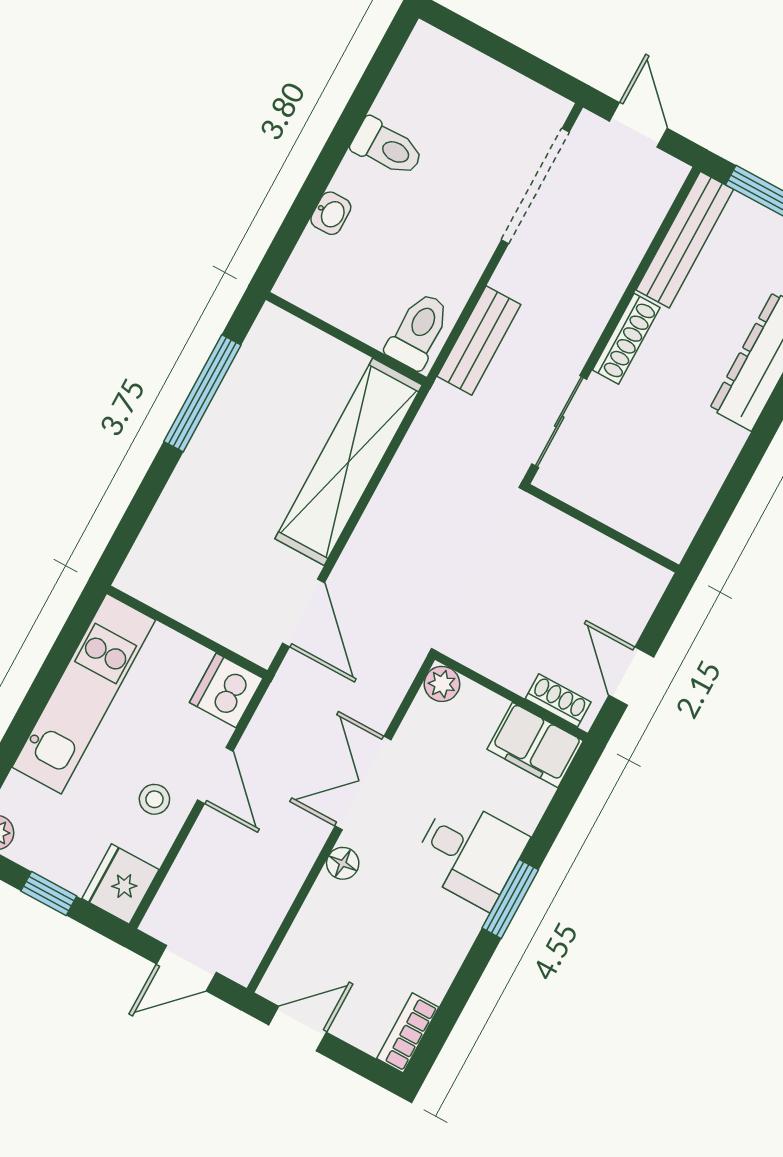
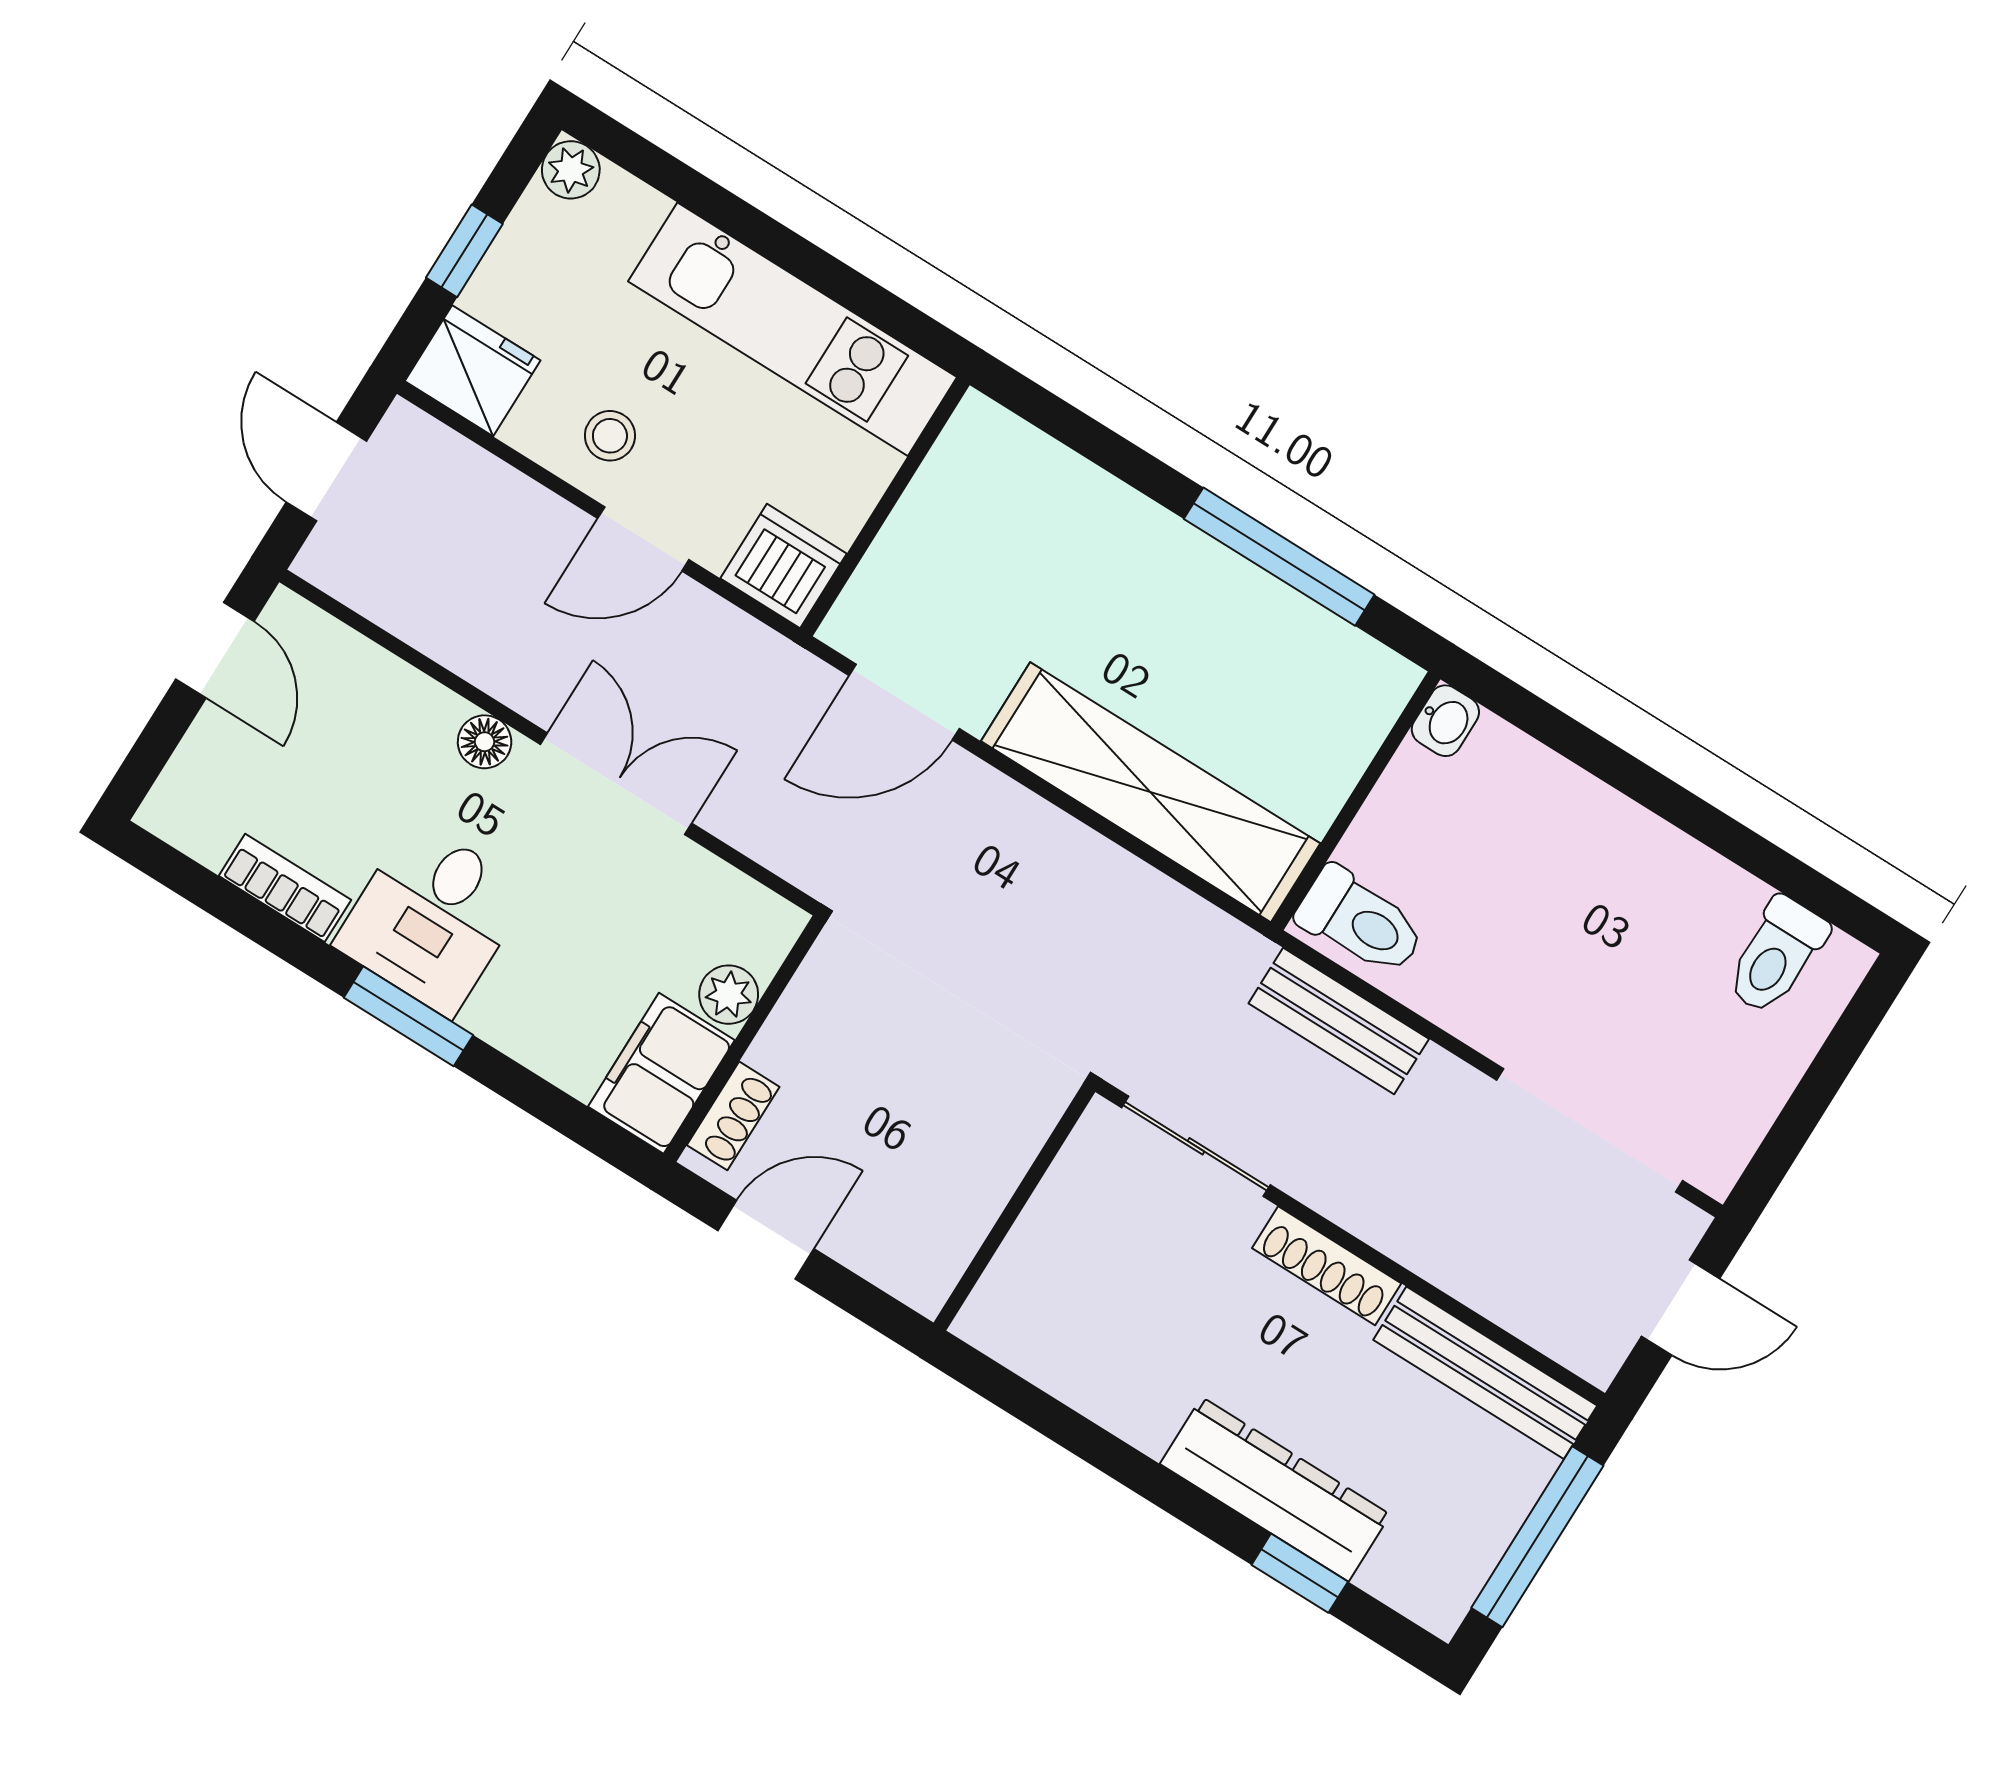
toilet: (387, 147) -> (1776, 956), moved
washbasin: (331, 213) -> (1445, 721), moved, turned -90
plant: (442, 684) -> (729, 995), moved
desk: (470, 853) -> (432, 918), moved
bookcase: (408, 1033) -> (285, 888), moved

